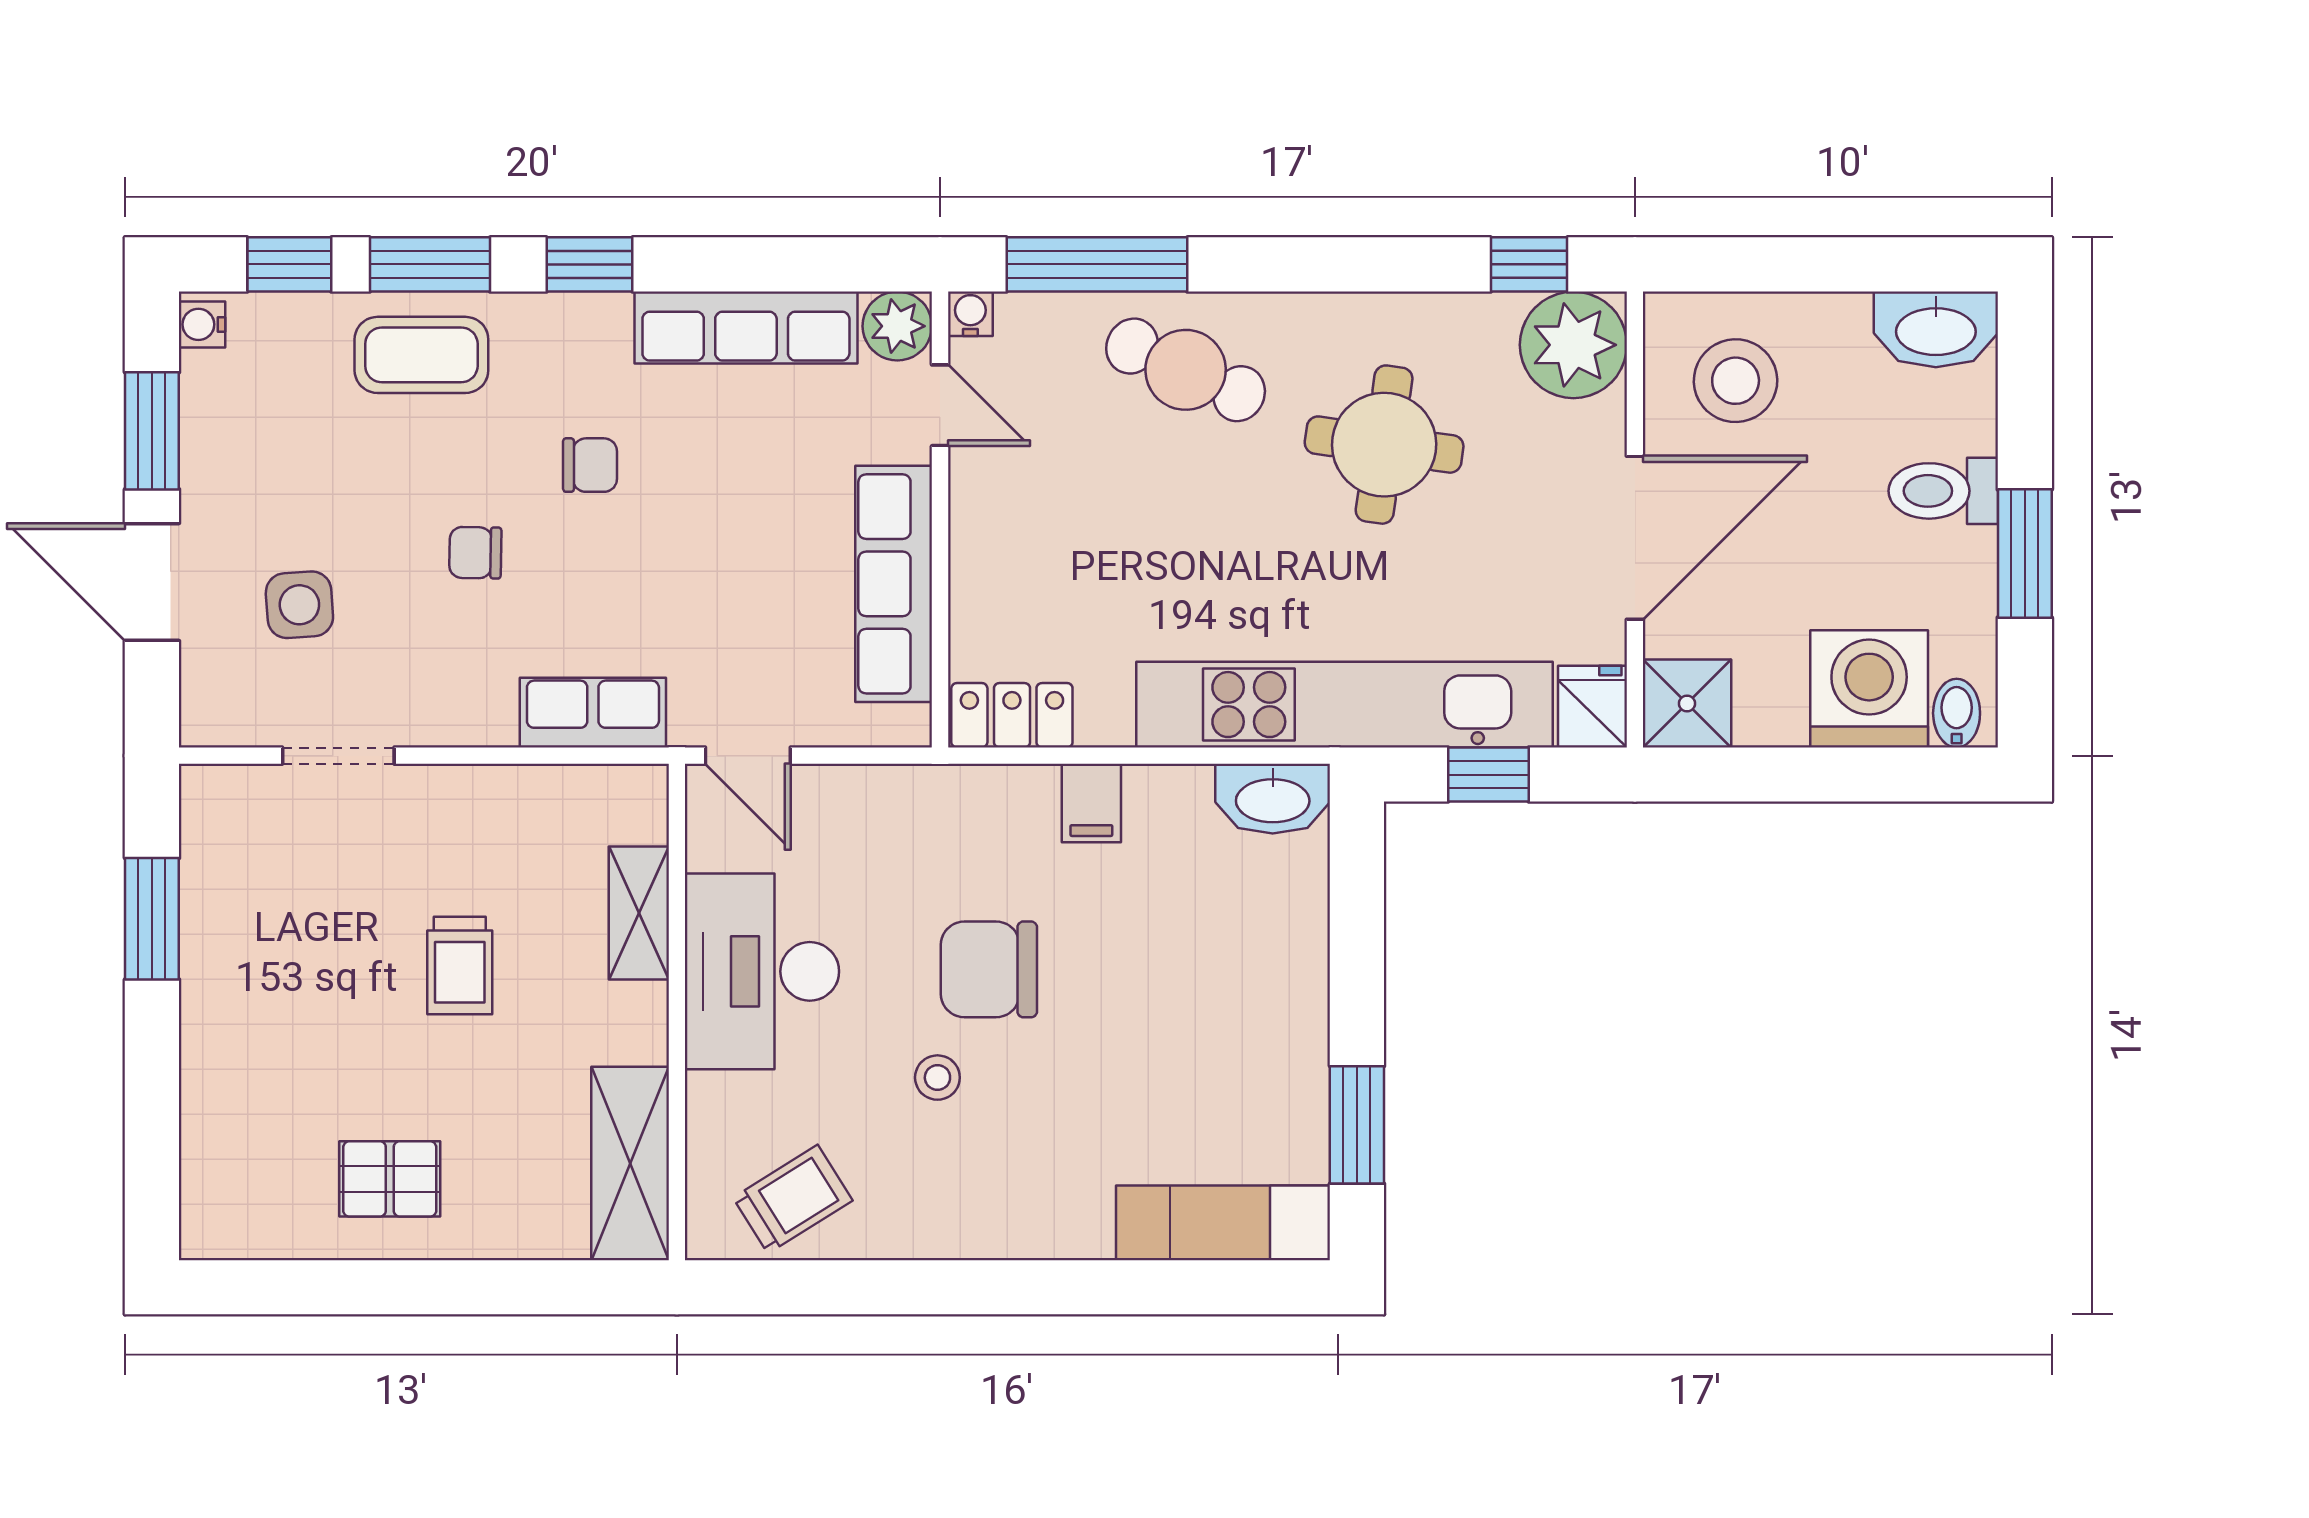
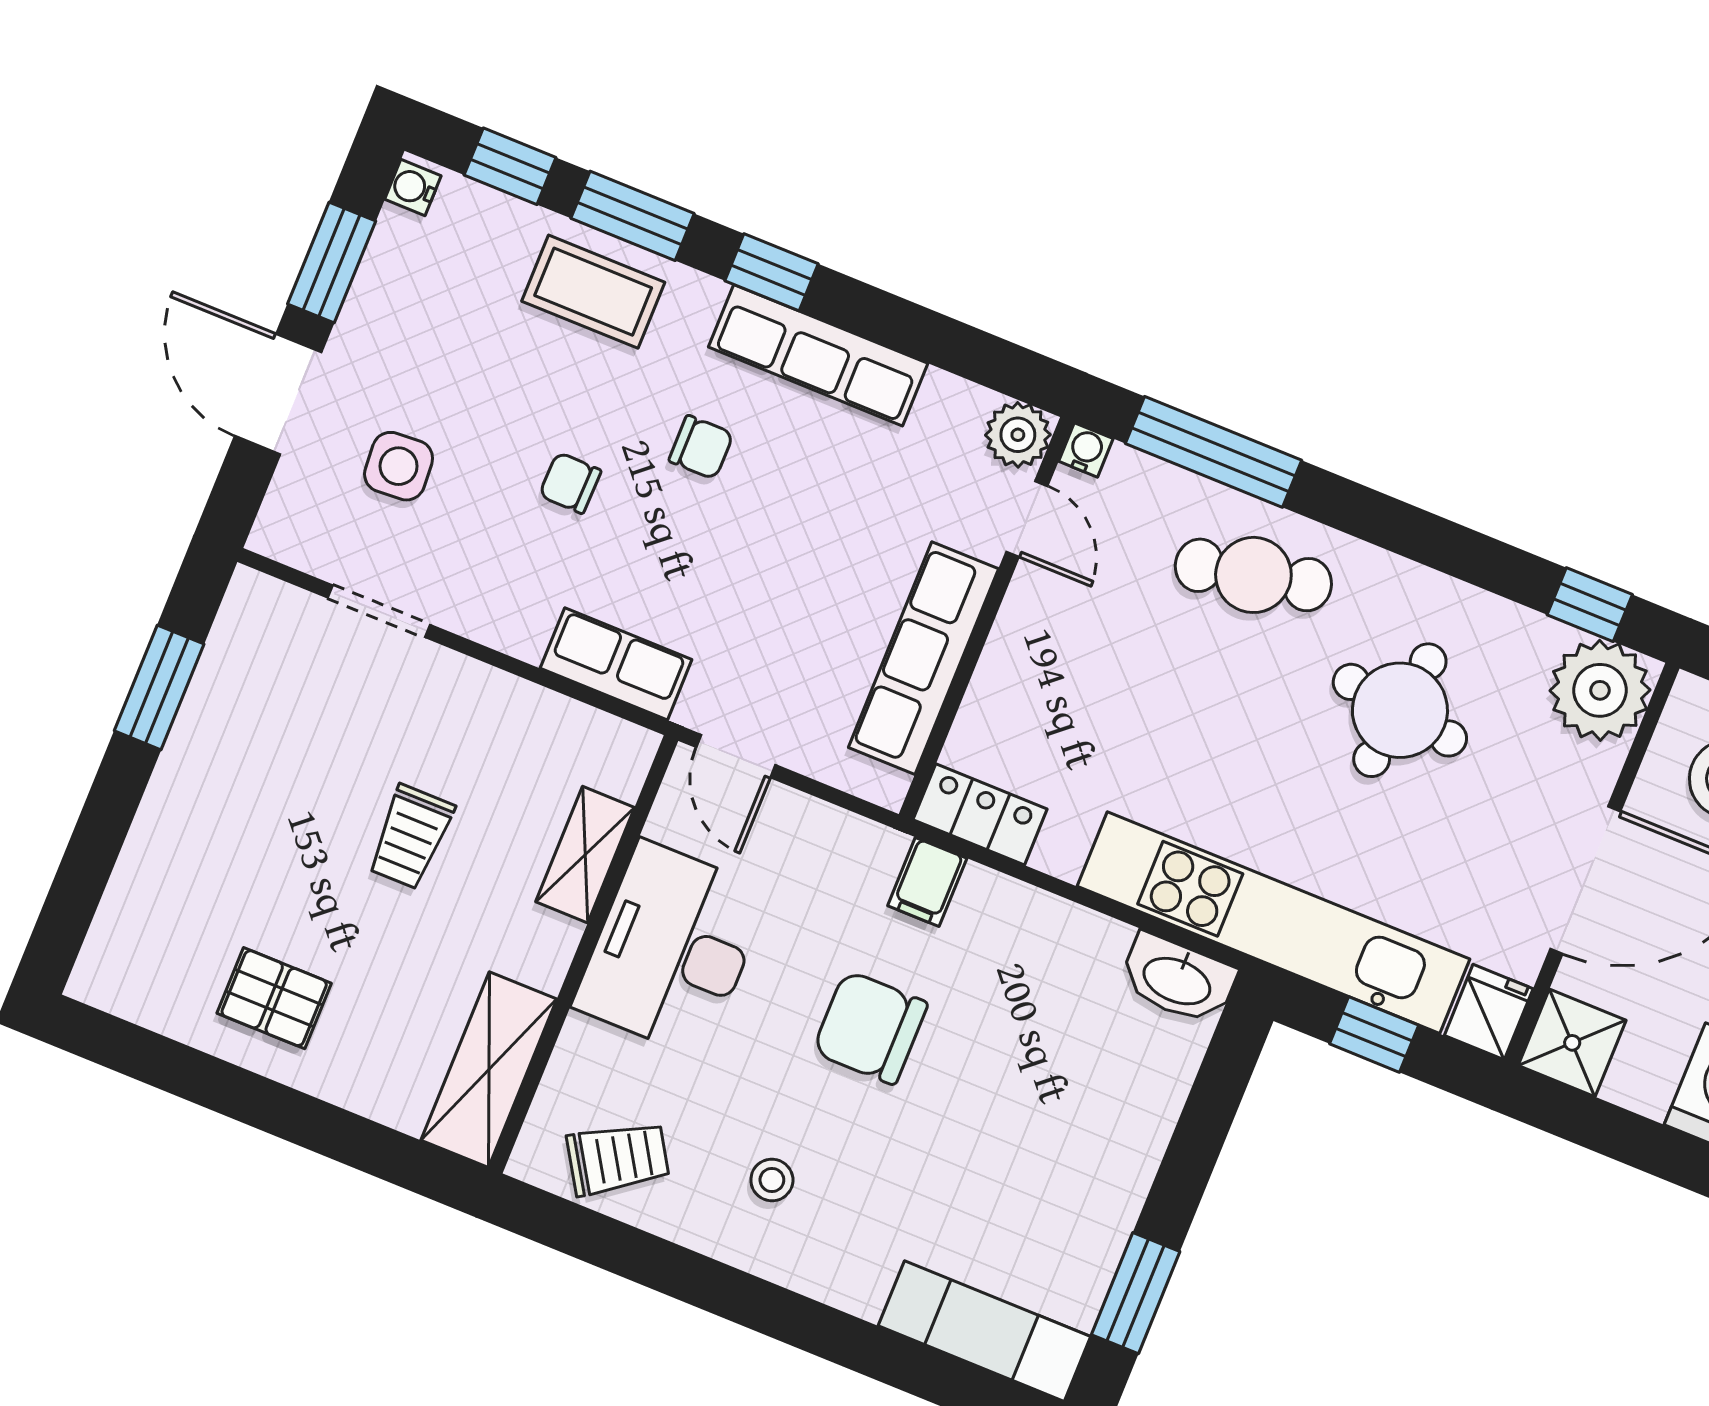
row of seats: (746, 327) -> (818, 355), moved
cafe table: (1186, 370) -> (1253, 575), turned -36
filing cabinet: (1091, 803) -> (927, 882), moved
stool: (937, 1078) -> (772, 1180), moved

